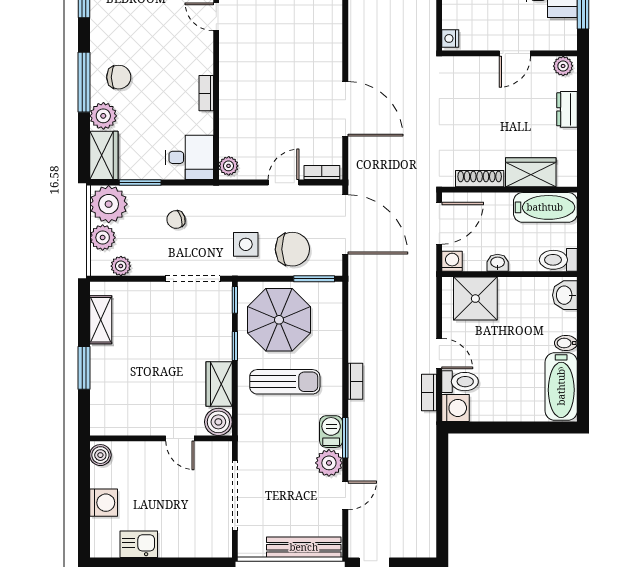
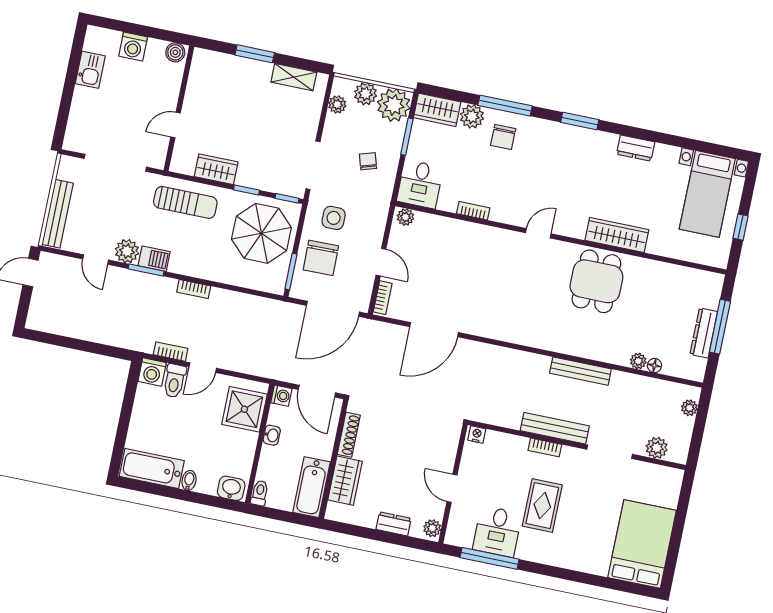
toilet: (558, 260) -> (260, 493), width x0.73, depth x0.72
sun lounger: (285, 382) -> (185, 202), moved, turned -90
boiler: (218, 422) -> (183, 162), removed

